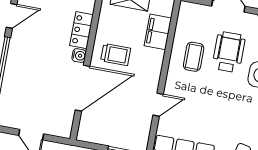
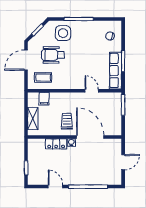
filing cabinet: (158, 32) -> (44, 99), width x0.50
coffee table: (194, 57) -> (43, 78), moved

